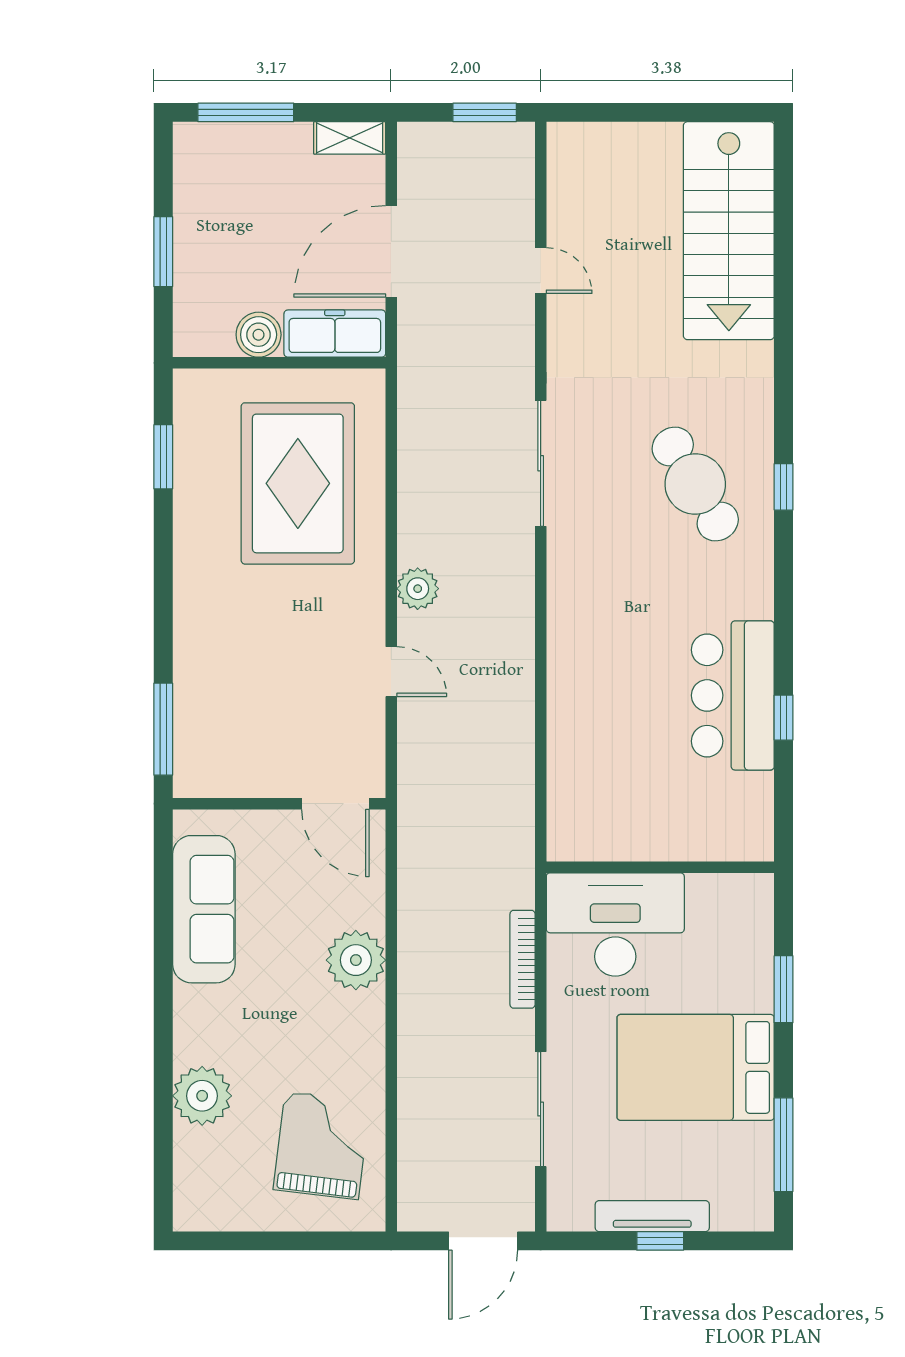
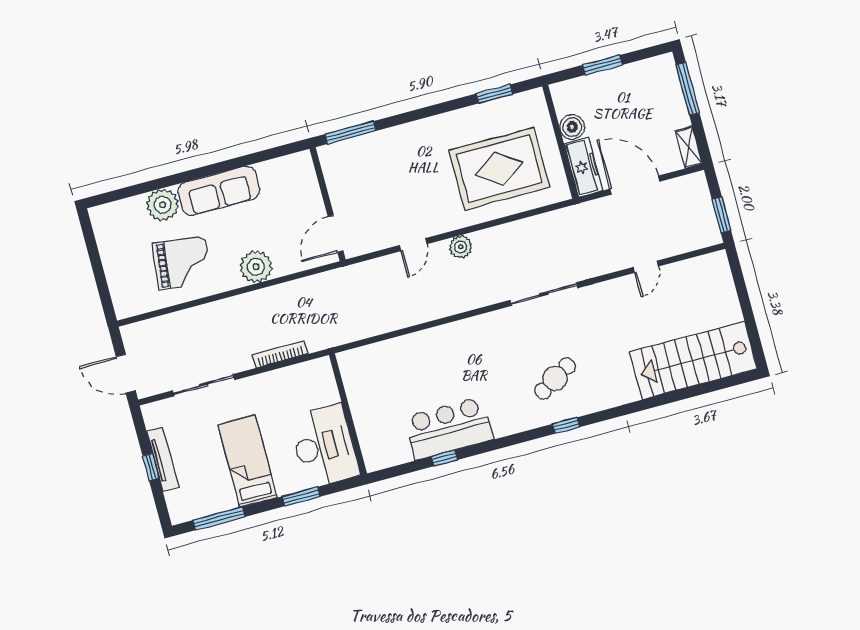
cafe table: (695, 484) -> (555, 378), width x0.73, depth x0.74
sofa: (204, 909) -> (219, 191), moved
desk: (615, 925) -> (324, 446), moved
bed: (696, 1067) -> (247, 461), width x0.67
grand piano: (322, 1145) -> (182, 263), moved

